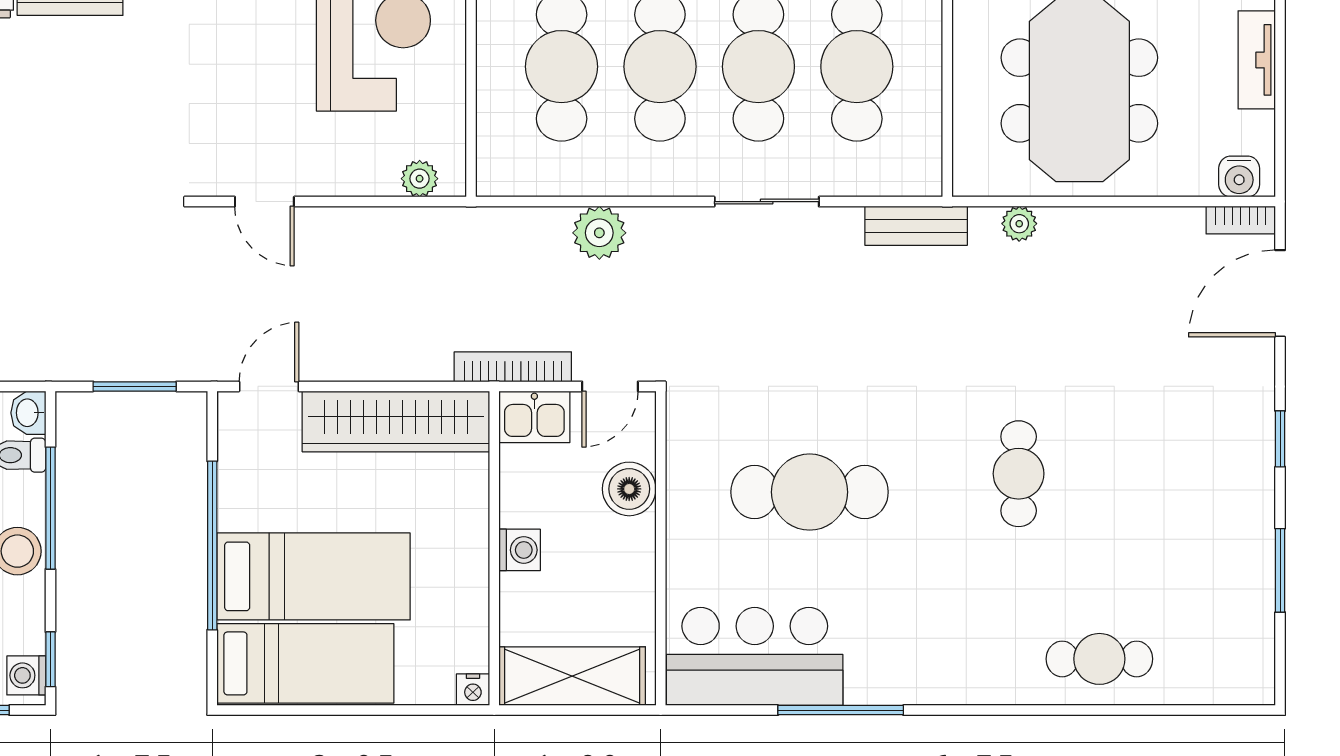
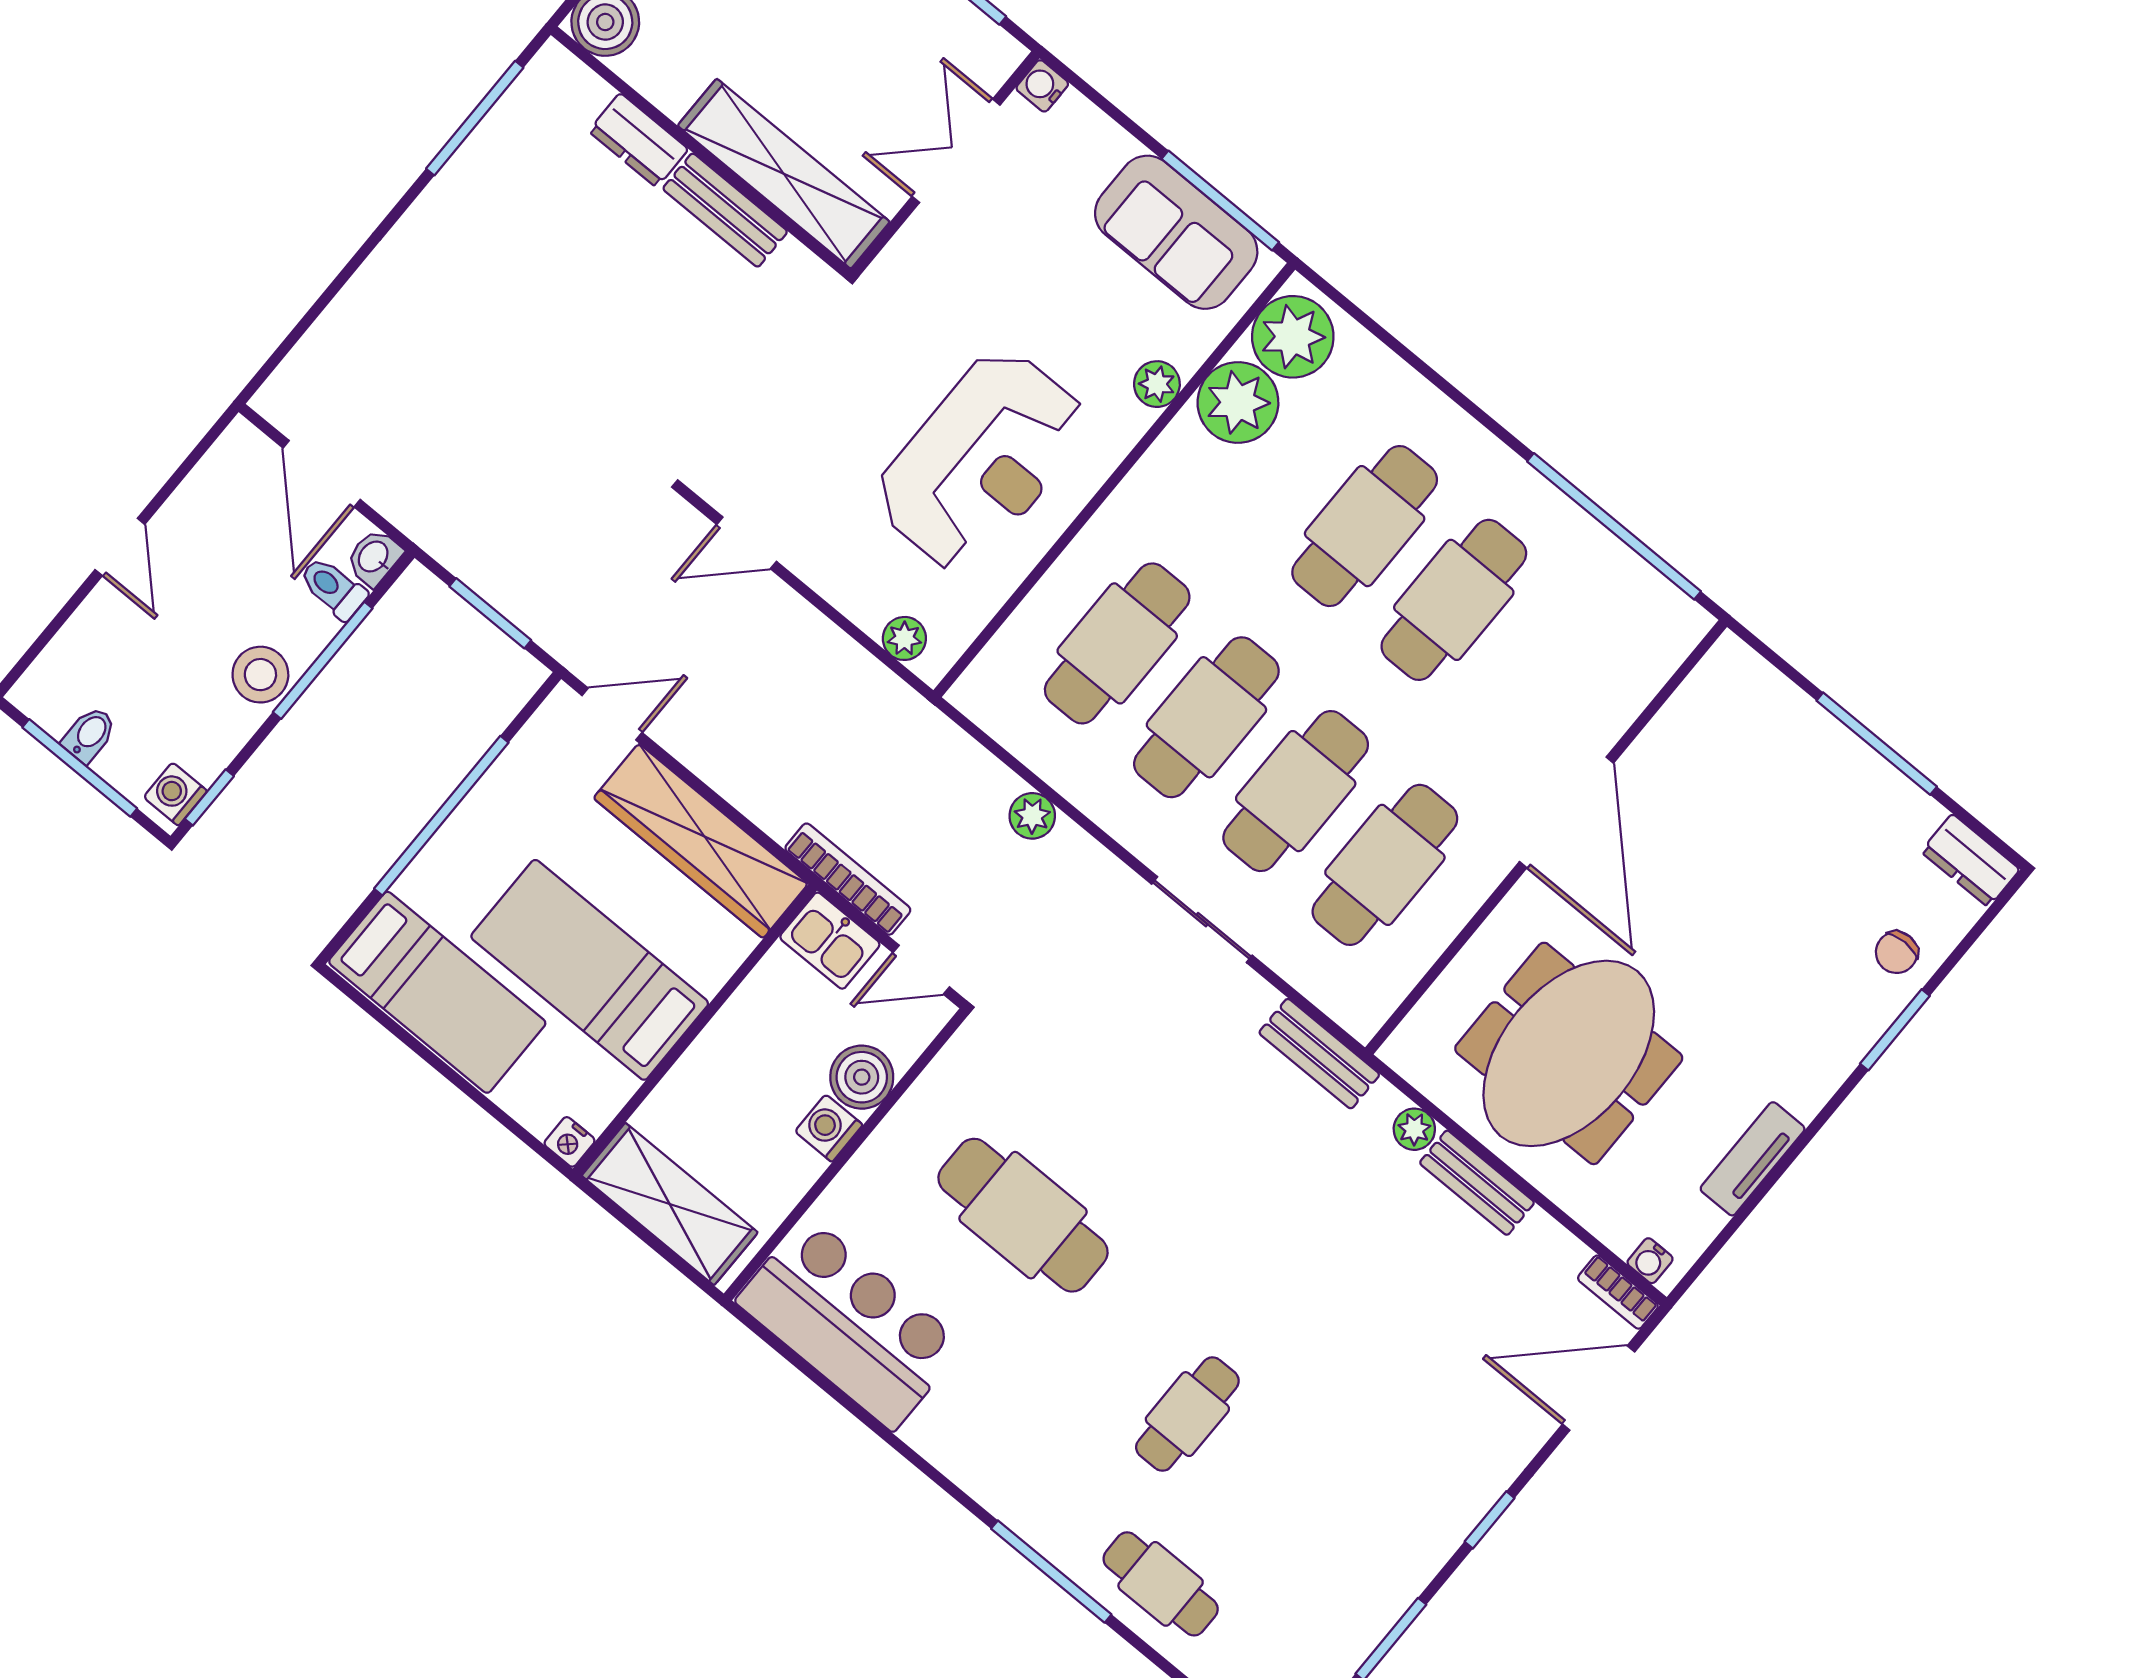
water cooler: (1239, 177) -> (1650, 1261), width x0.72, depth x0.72
door: (264, 202) -> (747, 543), hinge flipped
bench: (1089, 225) -> (1477, 1183), added
plant: (599, 233) -> (1032, 816), width x0.73, depth x0.73
cafe table: (1019, 474) -> (1187, 1414), moved
washing machine: (520, 550) -> (829, 1128), moved, turned 180
bed: (314, 576) -> (590, 970), moved, turned 180
window: (841, 710) -> (1051, 1572), moved

